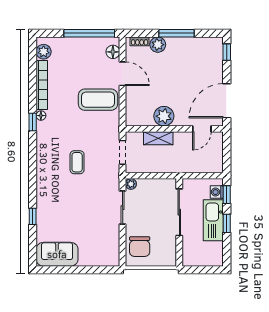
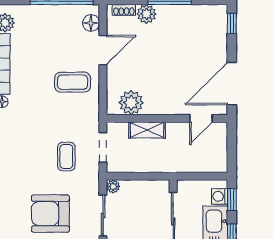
door: (123, 74) -> (103, 50), hinge flipped
coffee table: (98, 100) -> (73, 82), width x0.73, depth x0.76
plant: (164, 116) -> (131, 103), moved
coffee table: (77, 162) -> (66, 156), moved
armchair: (80, 206) -> (50, 214), added

